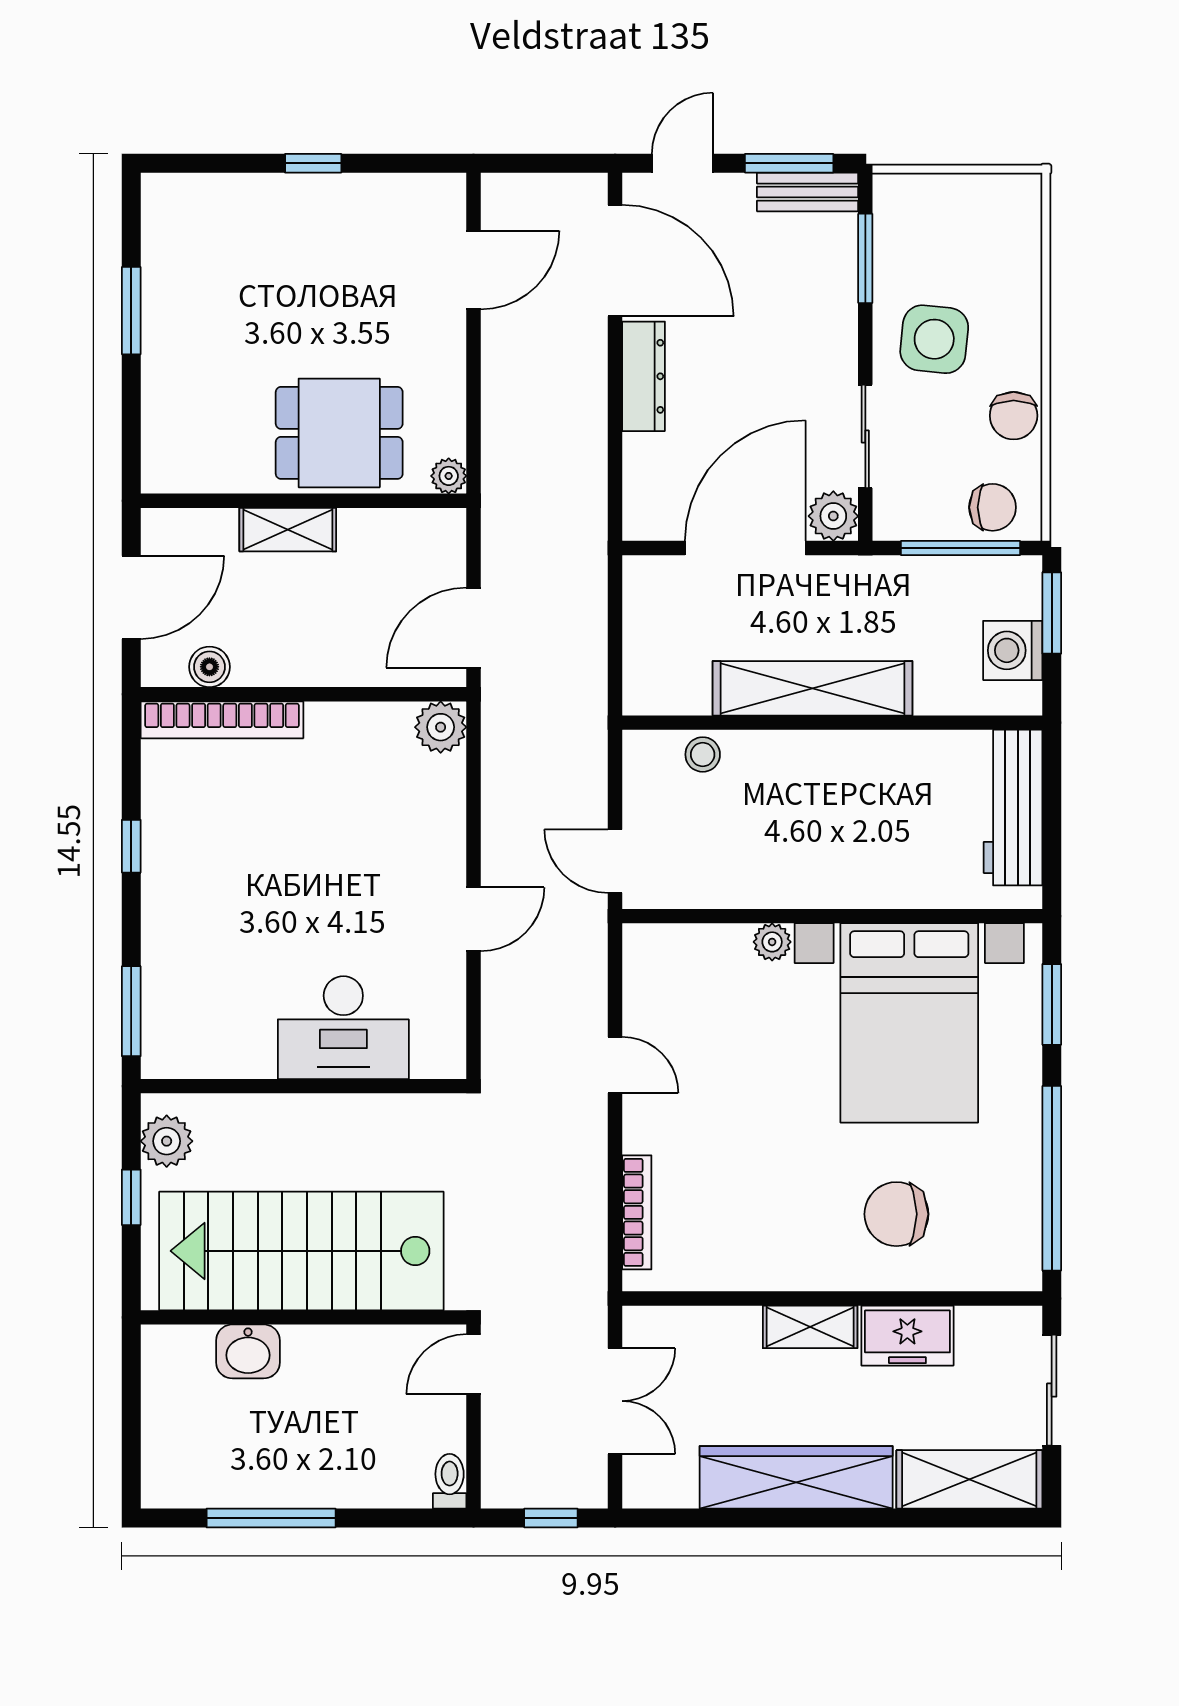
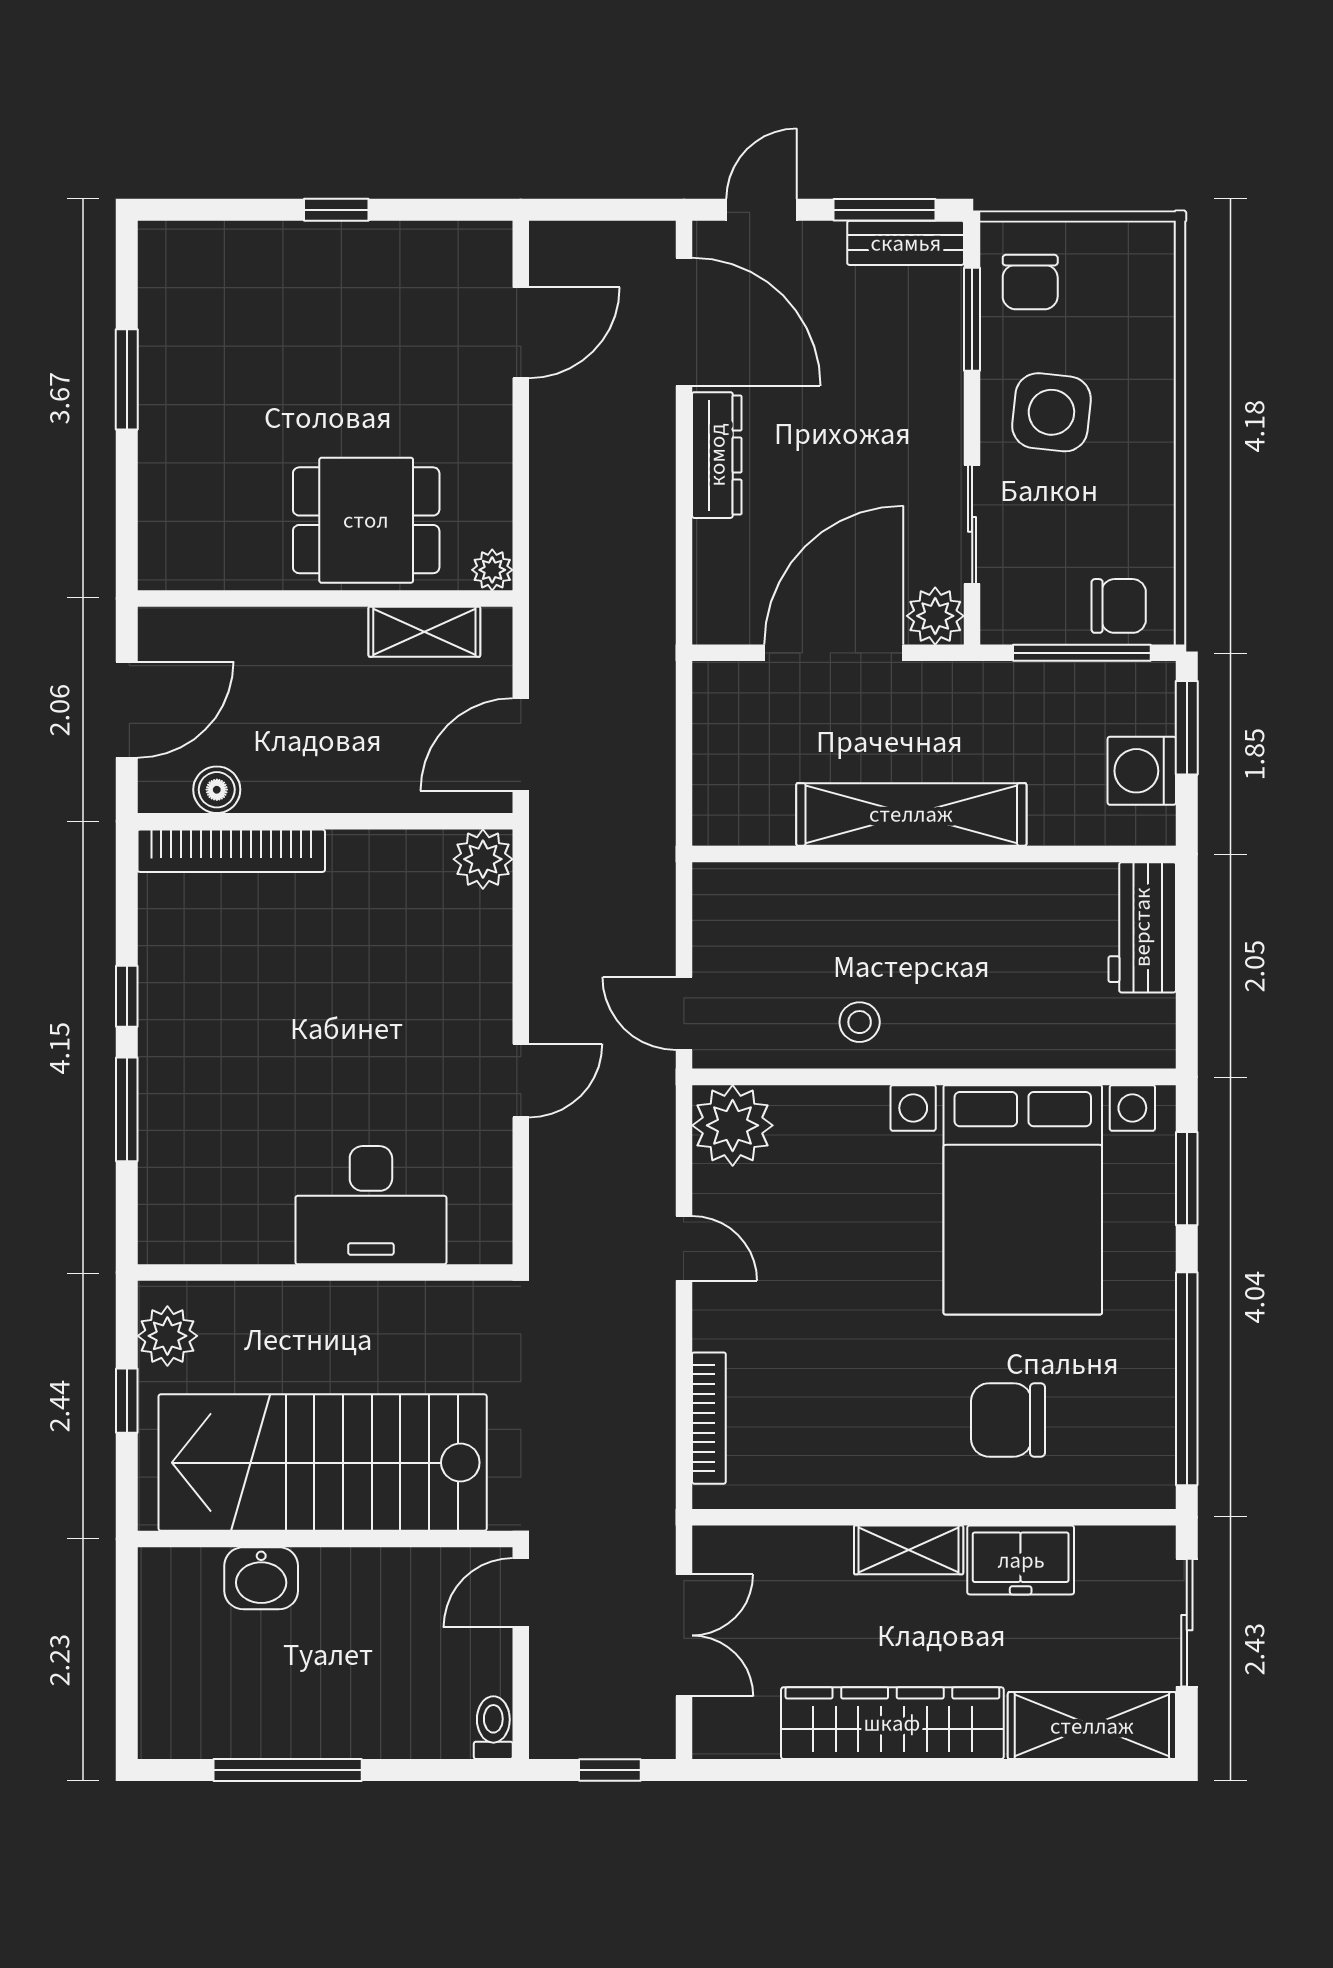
chair: (1014, 416) -> (1030, 282), moved
shelving: (288, 530) -> (424, 632), moved
stool: (703, 754) -> (860, 1022), moved
workbench: (1013, 808) -> (1142, 927), width x0.73
plant: (772, 942) -> (733, 1125), moved, width x1.88, depth x1.88
window: (131, 1011) -> (127, 1109), moved

